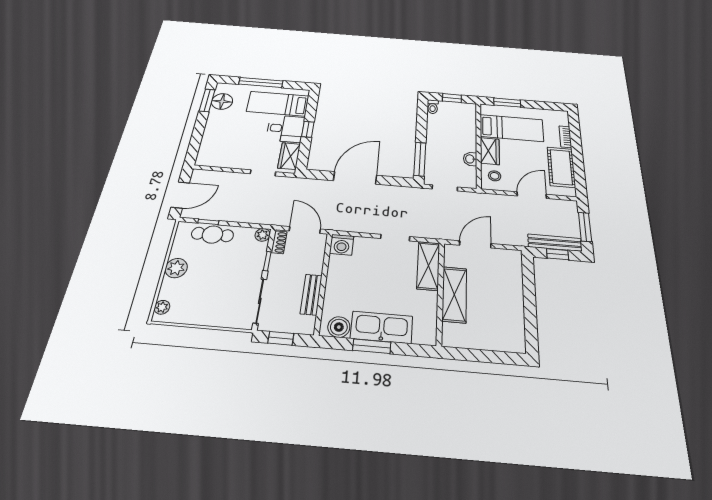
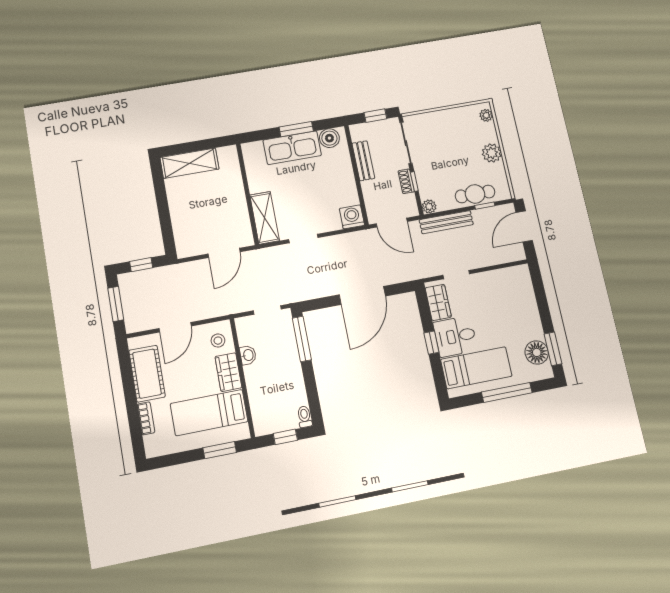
shoe rack: (279, 242) -> (406, 181), moved
bench: (555, 243) -> (446, 222), moved
shelving: (454, 295) -> (189, 163), moved, turned 90

